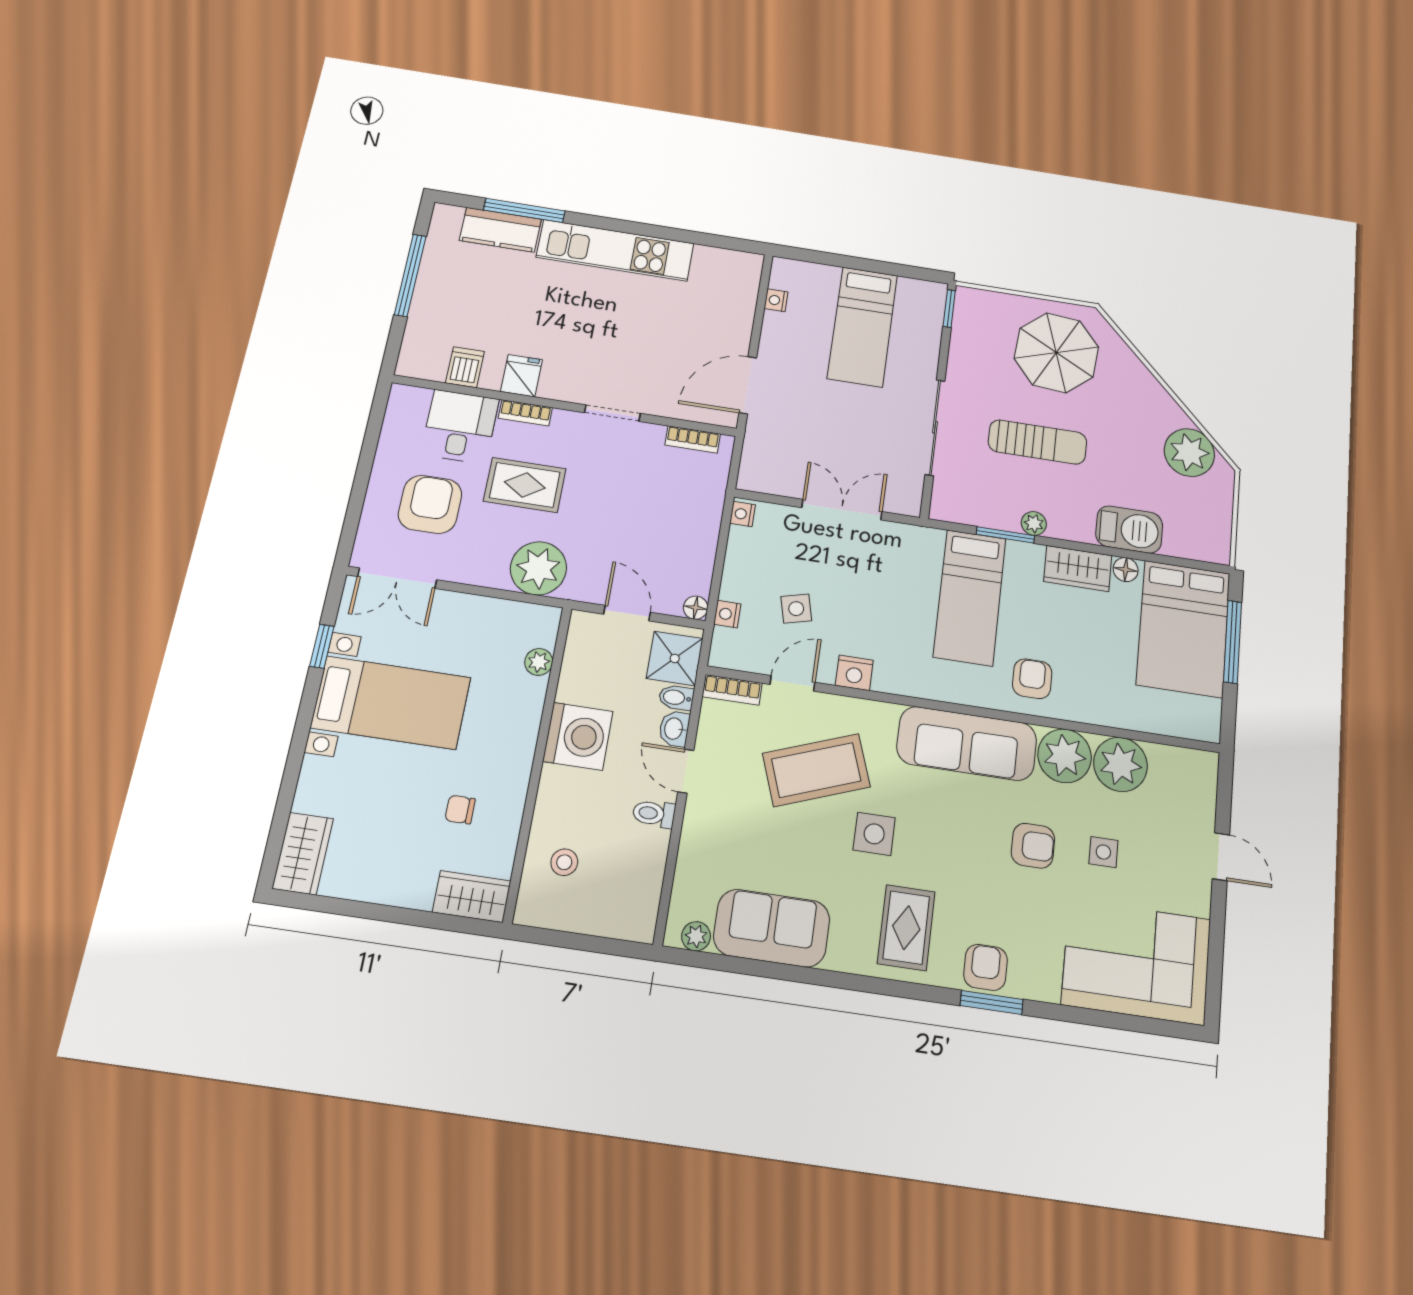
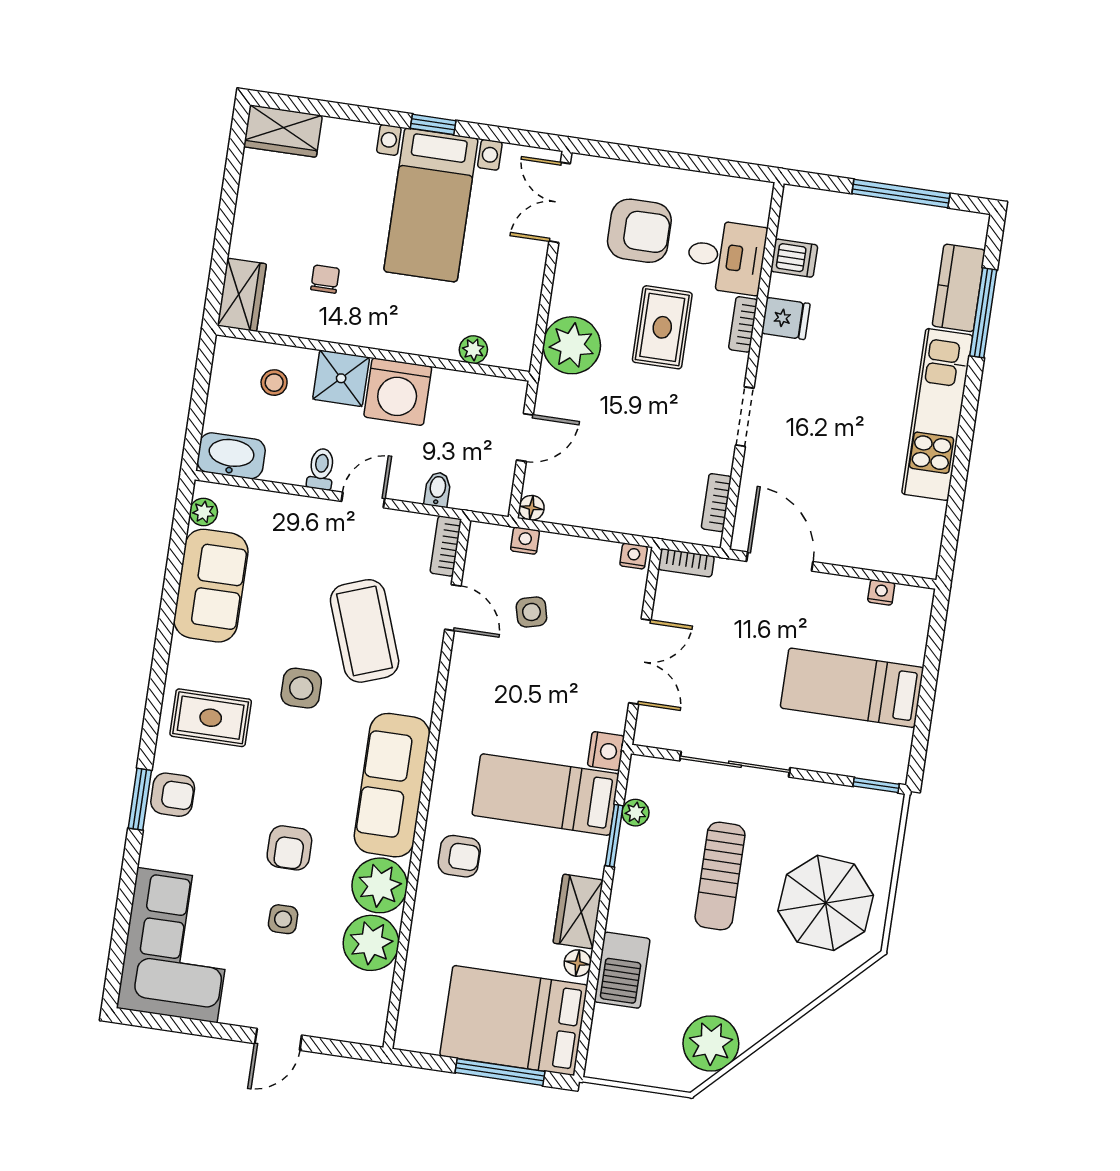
bookcase: (749, 467) -> (686, 563), added
plant: (1034, 523) -> (635, 813), moved
window: (322, 646) -> (433, 124), moved
shower: (675, 658) -> (341, 378), moved
nightstand: (854, 673) -> (606, 751), moved, turned 180
washbasin: (674, 729) -> (231, 456), moved, width x1.91, depth x1.45

